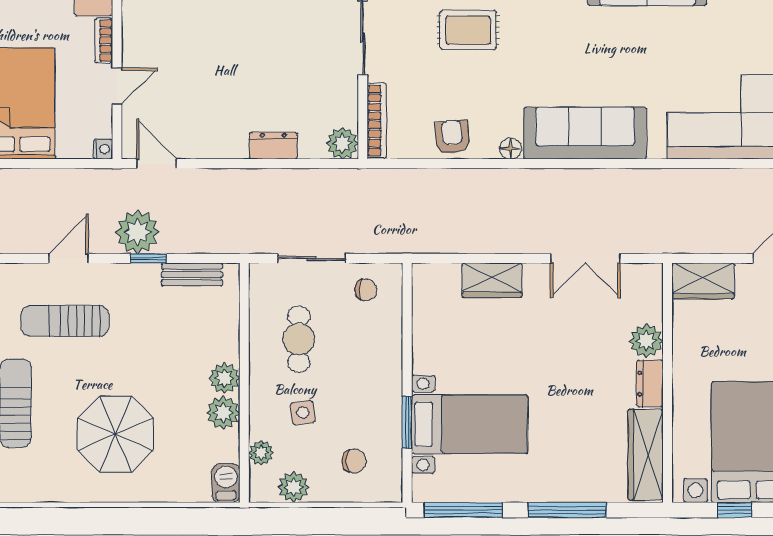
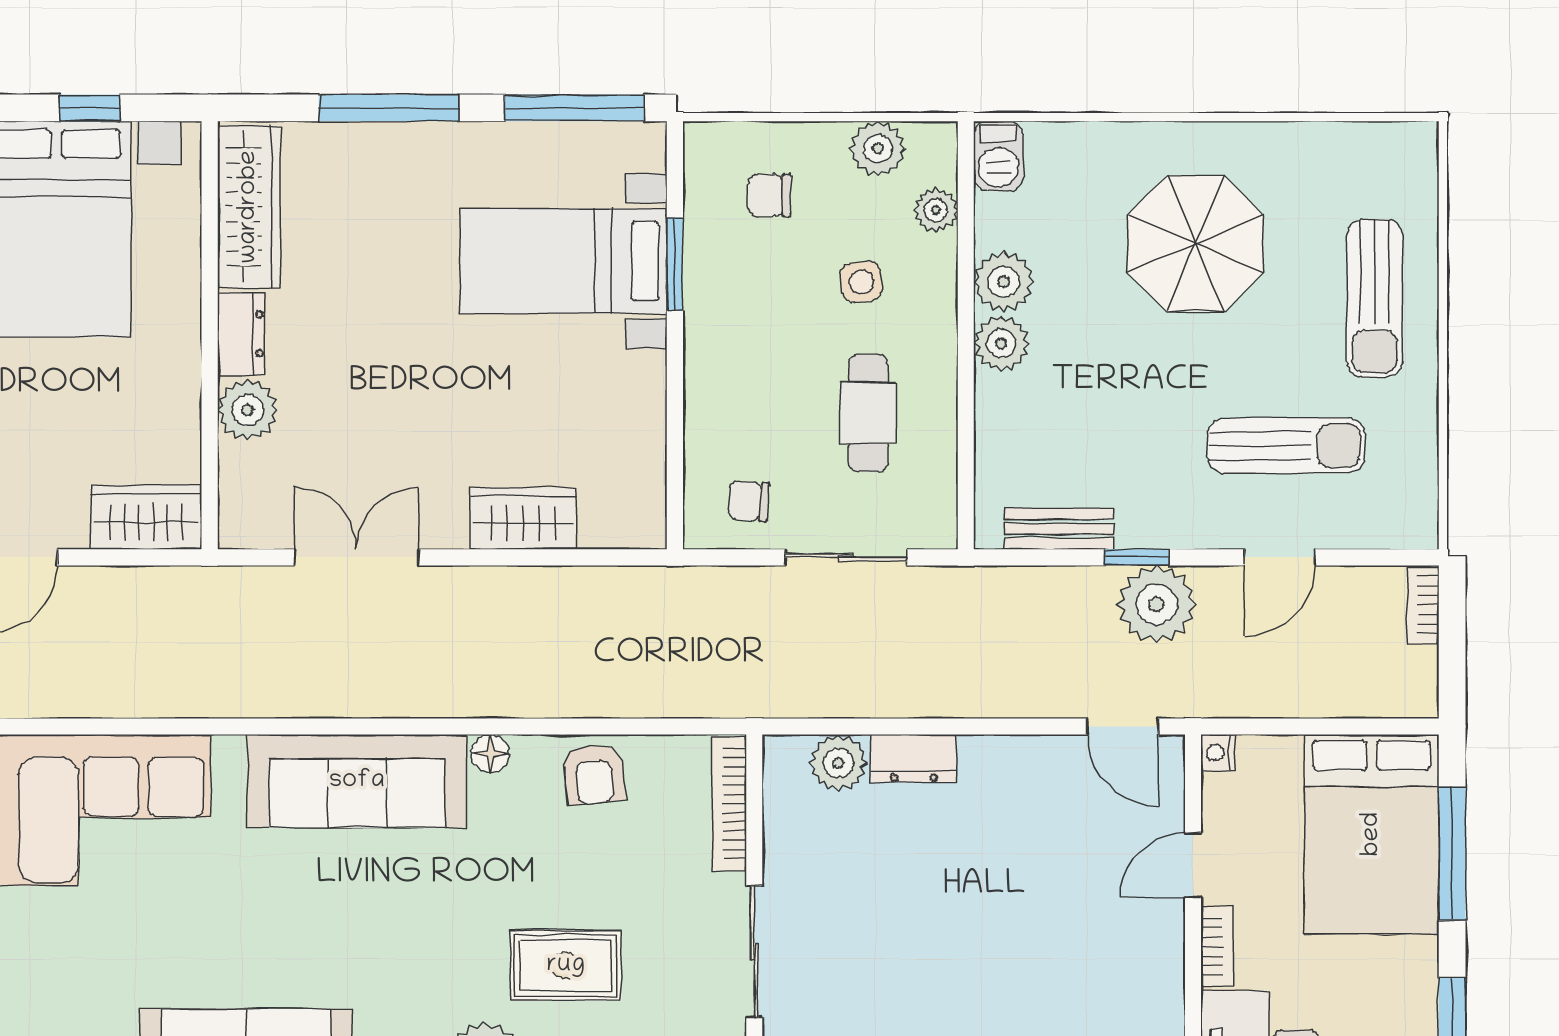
plant: (342, 143) -> (838, 763), moved

